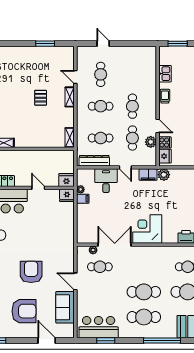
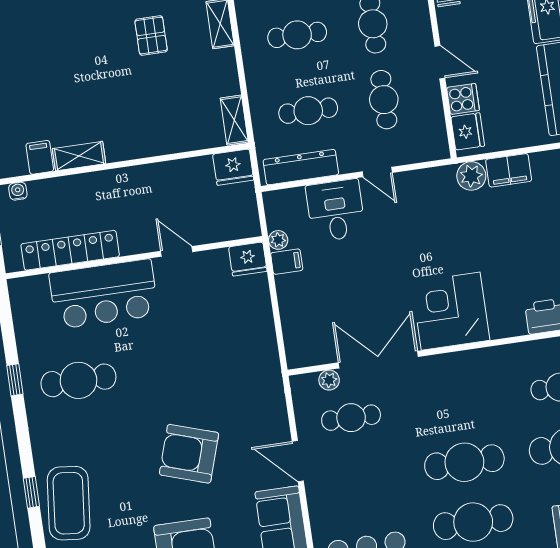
plant: (151, 142) -> (429, 103), removed
filing cabinet: (148, 175) -> (509, 170), moved
fridge: (66, 180) -> (233, 167), moved, turned 180
armchair: (31, 272) -> (189, 454), turned -72

